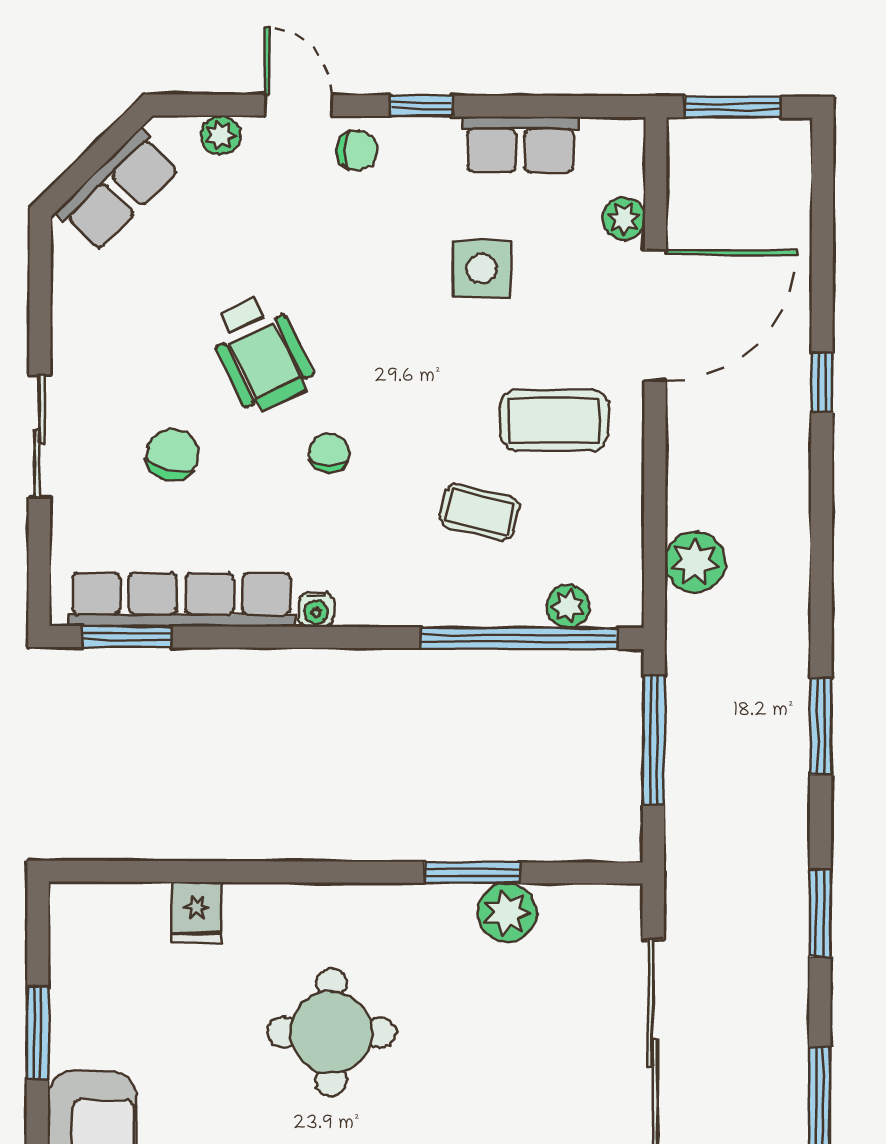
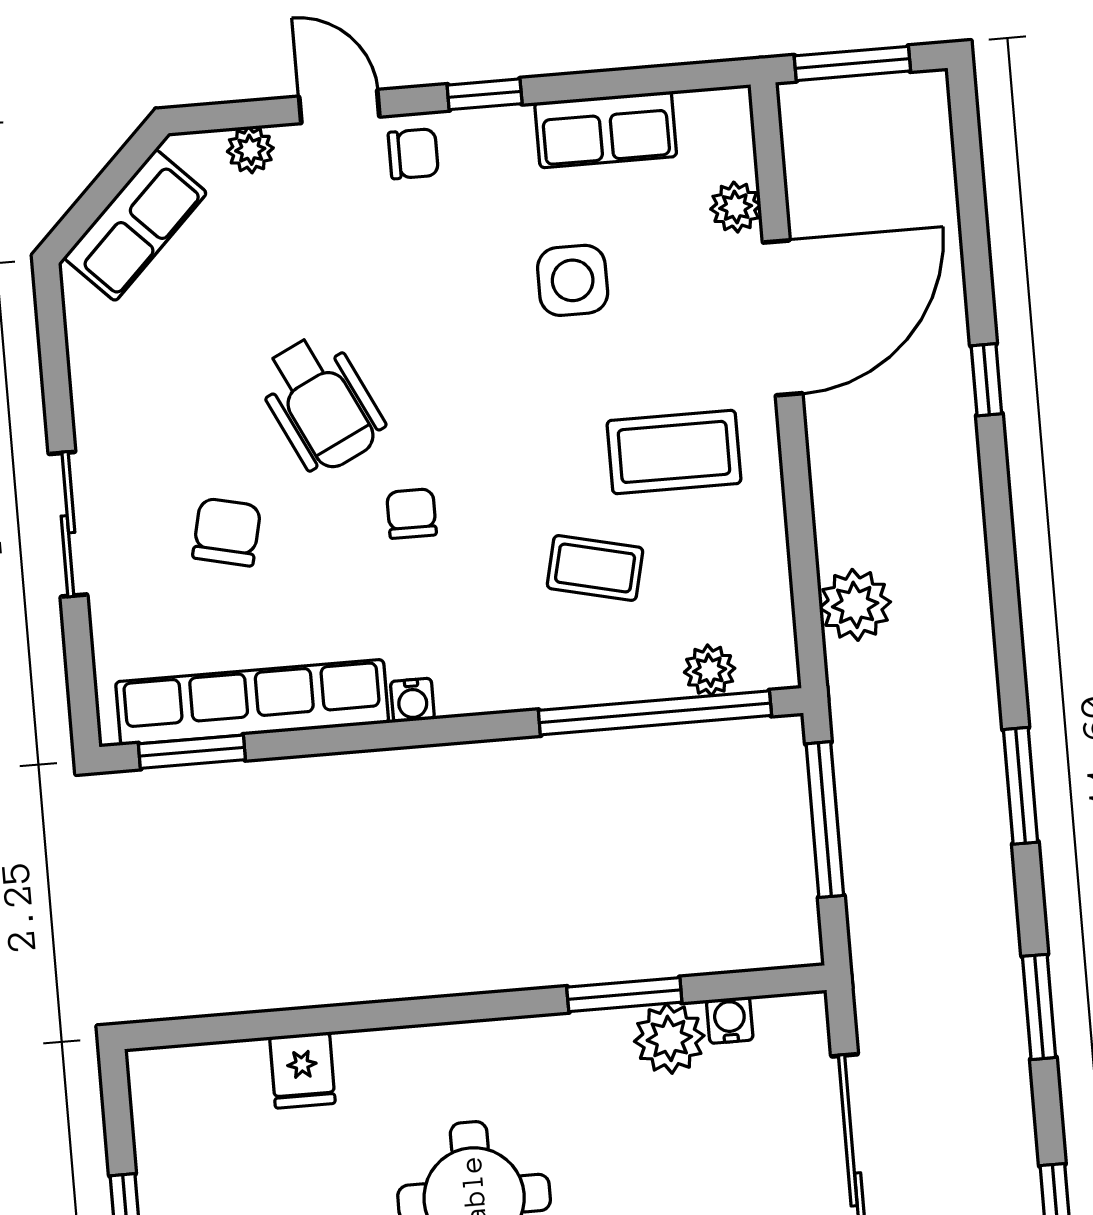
water cooler: (559, 902) -> (730, 1020), added

